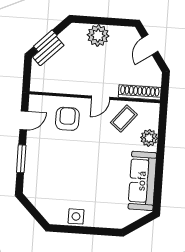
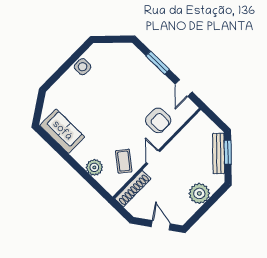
bench: (48, 51) -> (219, 154), width x1.36
sofa: (142, 181) -> (62, 131), width x0.73

